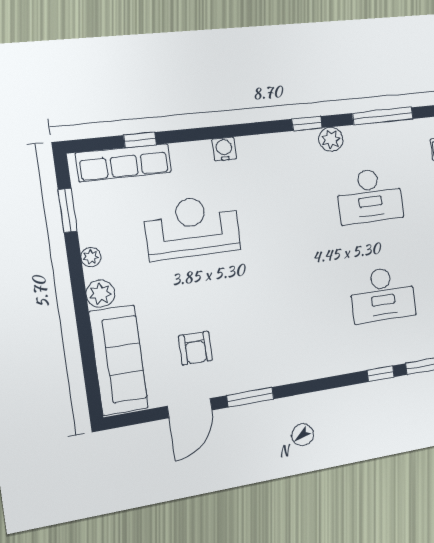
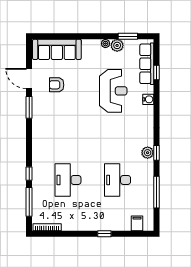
plant: (331, 139) -> (148, 153), moved
water cooler: (224, 149) -> (148, 99), moved
plant: (100, 294) -> (117, 45), moved

